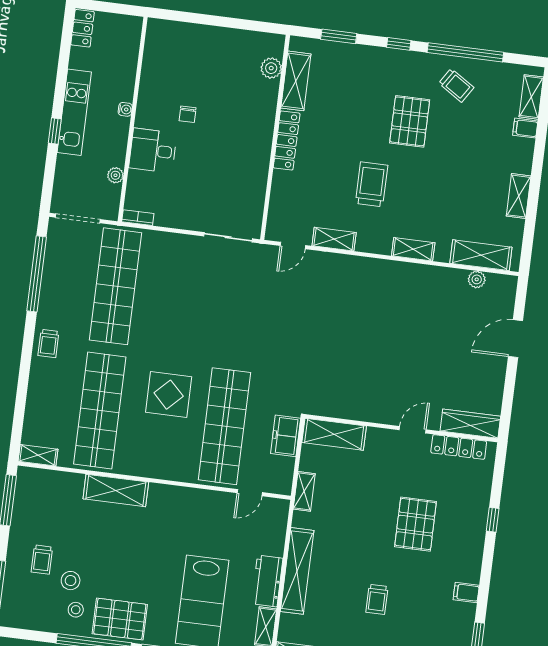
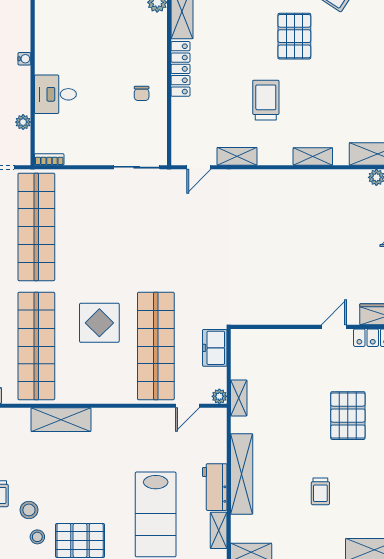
chair: (188, 114) -> (142, 93), moved
shelving: (334, 434) -> (260, 341), removed
plant: (284, 487) -> (219, 396), added

